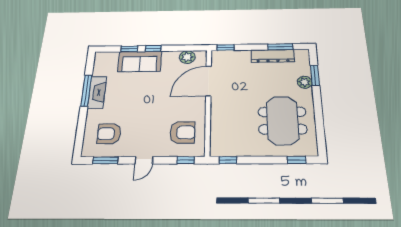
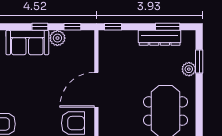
window: (129, 49) -> (72, 27), moved
plant: (187, 57) -> (57, 38), moved
door: (209, 81) -> (96, 90), moved

